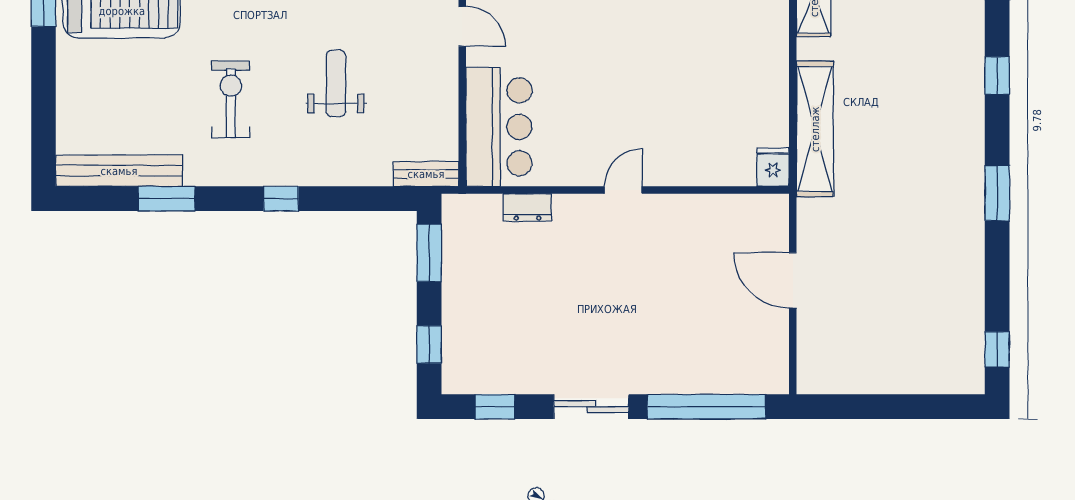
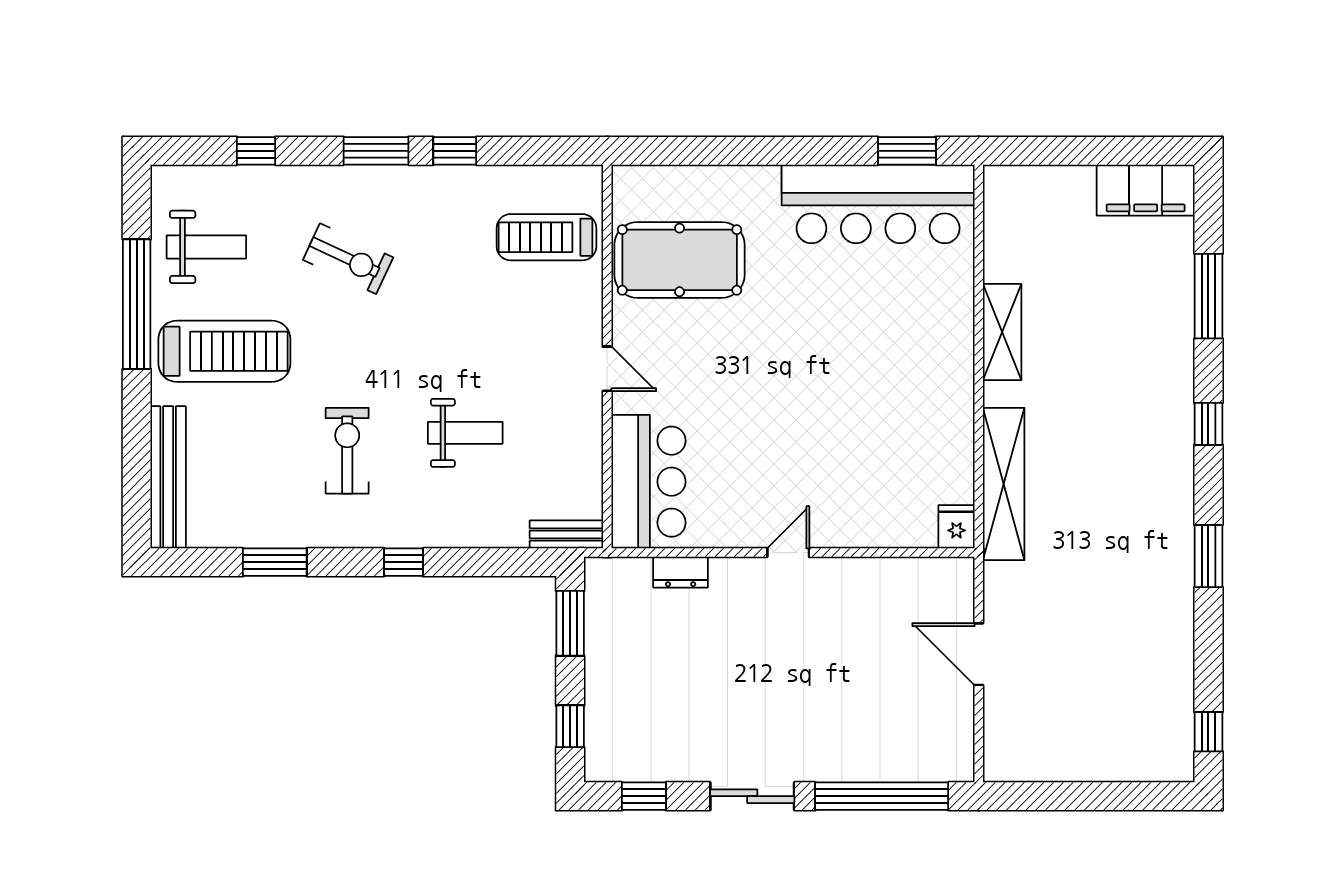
weight bench: (336, 83) -> (465, 433), turned 90
bench: (119, 171) -> (168, 477), moved, turned 90

